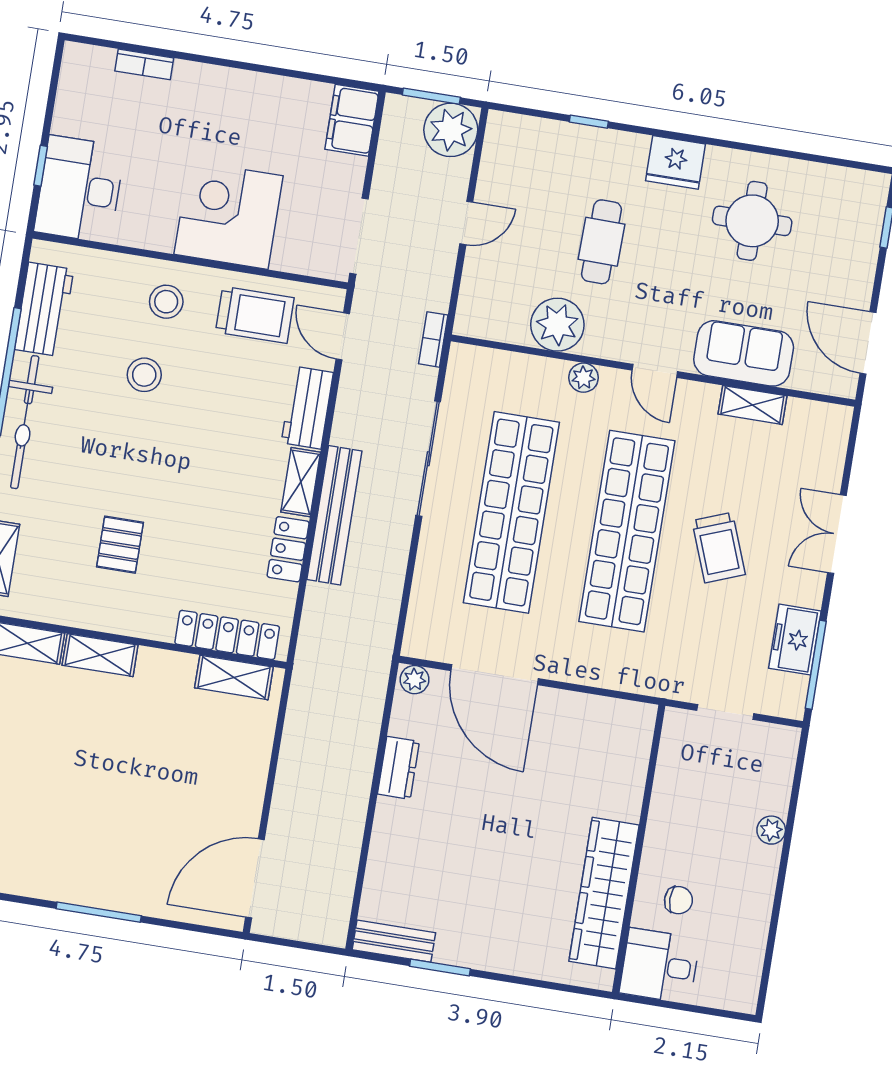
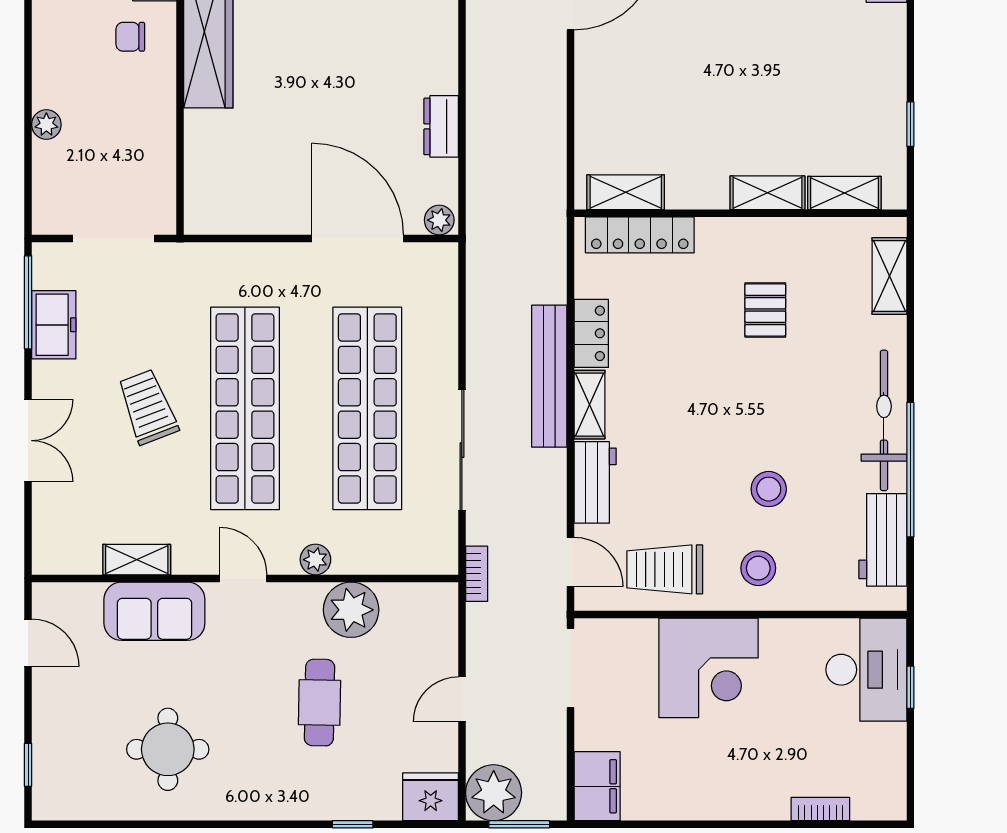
fridge: (675, 162) -> (431, 797), moved
door: (868, 343) -> (28, 643), width x0.73
doorway: (725, 712) -> (114, 239), width x1.38

